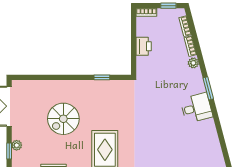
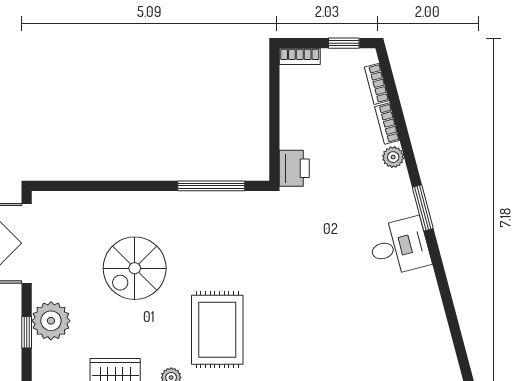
printer: (144, 46) -> (294, 168), moved
window: (102, 77) -> (211, 186), width x2.17
plant: (17, 145) -> (51, 321), width x1.88, depth x1.88

